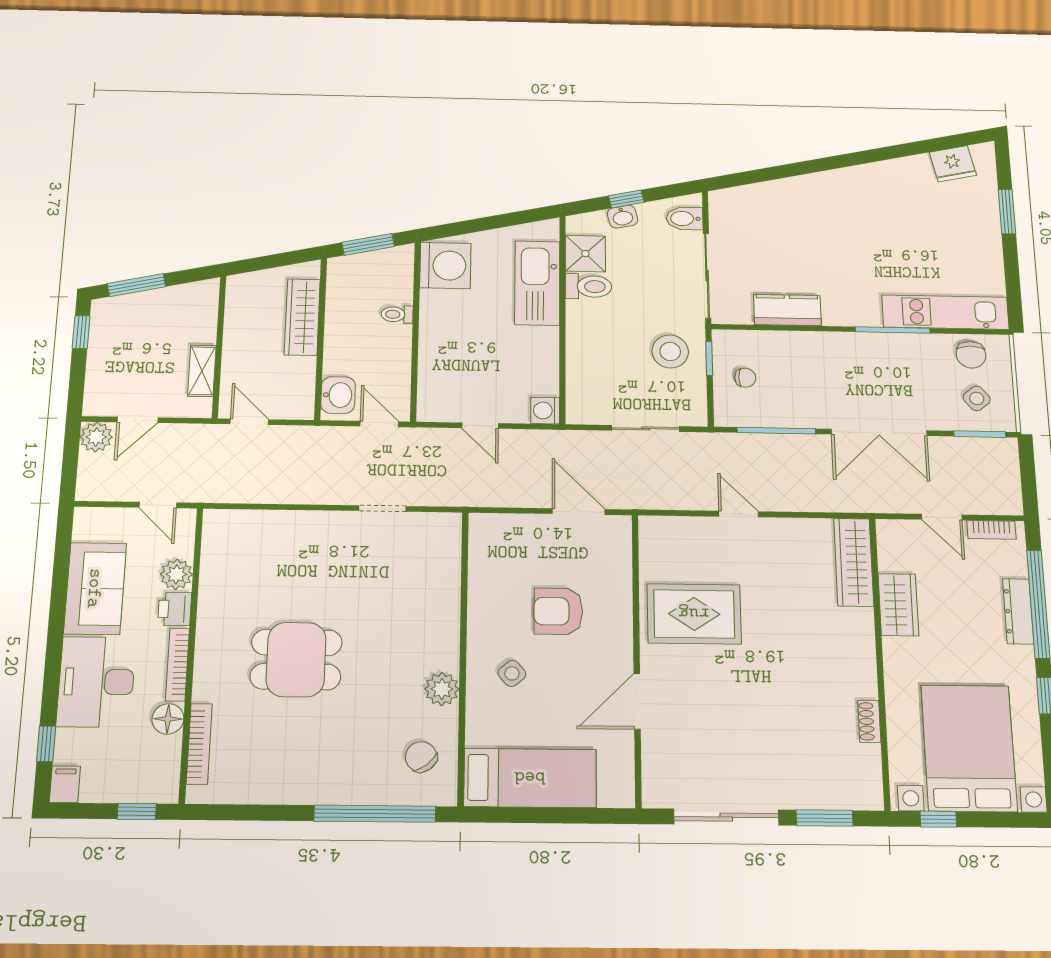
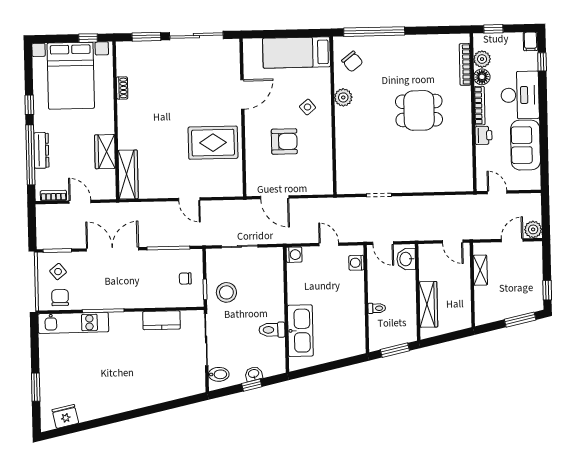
shower: (585, 254) -> (274, 350), removed
washing machine: (445, 265) -> (356, 263), moved, width x0.53, depth x0.53
plant: (176, 574) -> (482, 59), moved

